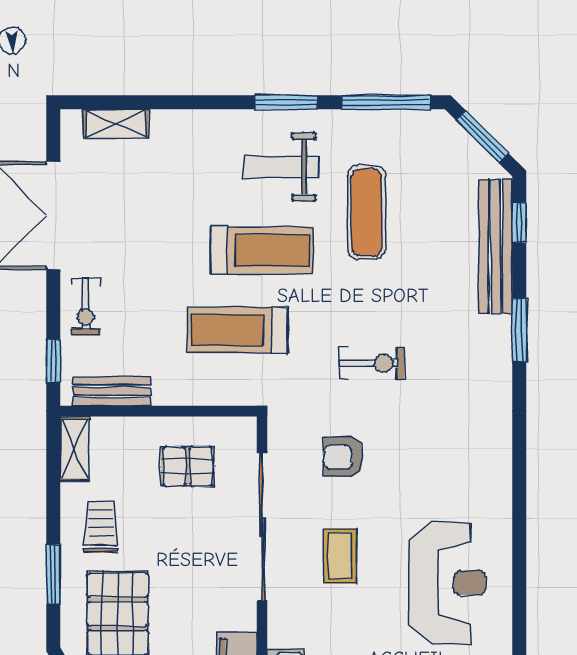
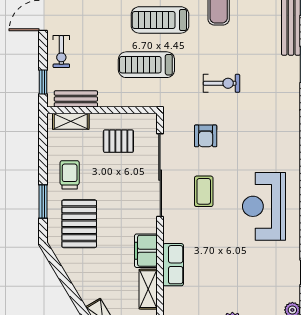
treadmill: (262, 250) -> (160, 20), turned 180
shelving: (75, 449) -> (71, 121), moved, turned 90
armchair: (343, 457) -> (206, 136), turned -90
reception desk: (447, 583) -> (264, 206), turned 180

